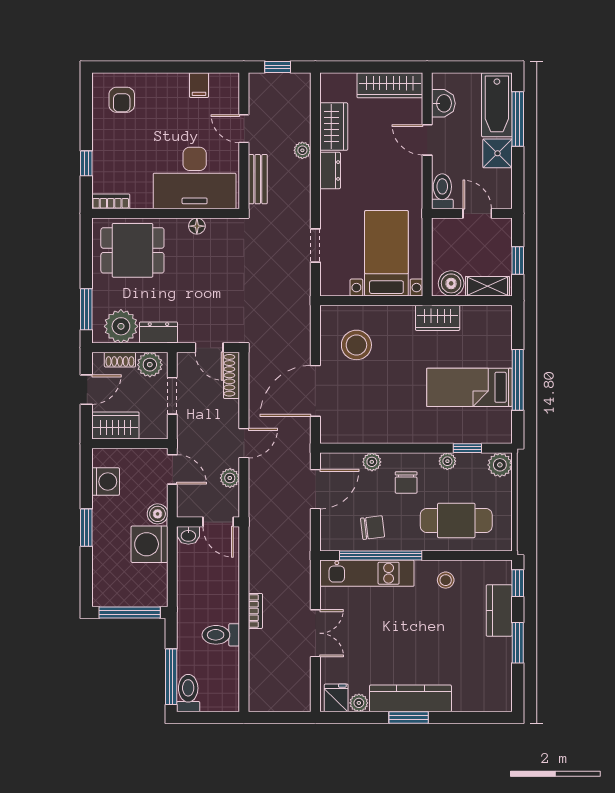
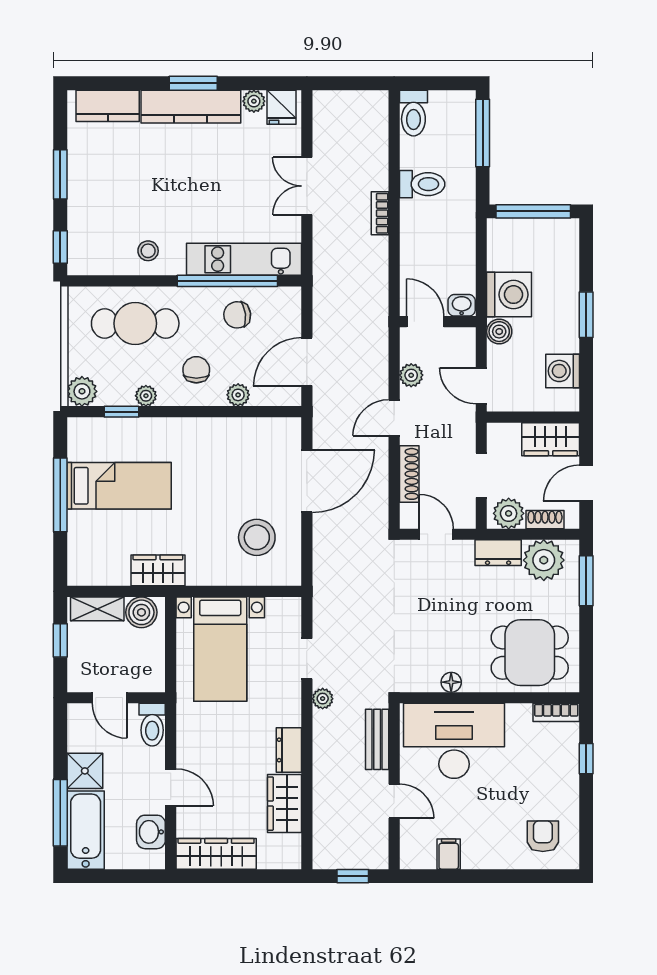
plant: (302, 150) -> (323, 699), moved
shoe rack: (231, 375) -> (409, 474), moved
kitchen counter: (499, 610) -> (108, 106), moved, turned 90
toilet: (188, 693) -> (413, 113), moved

